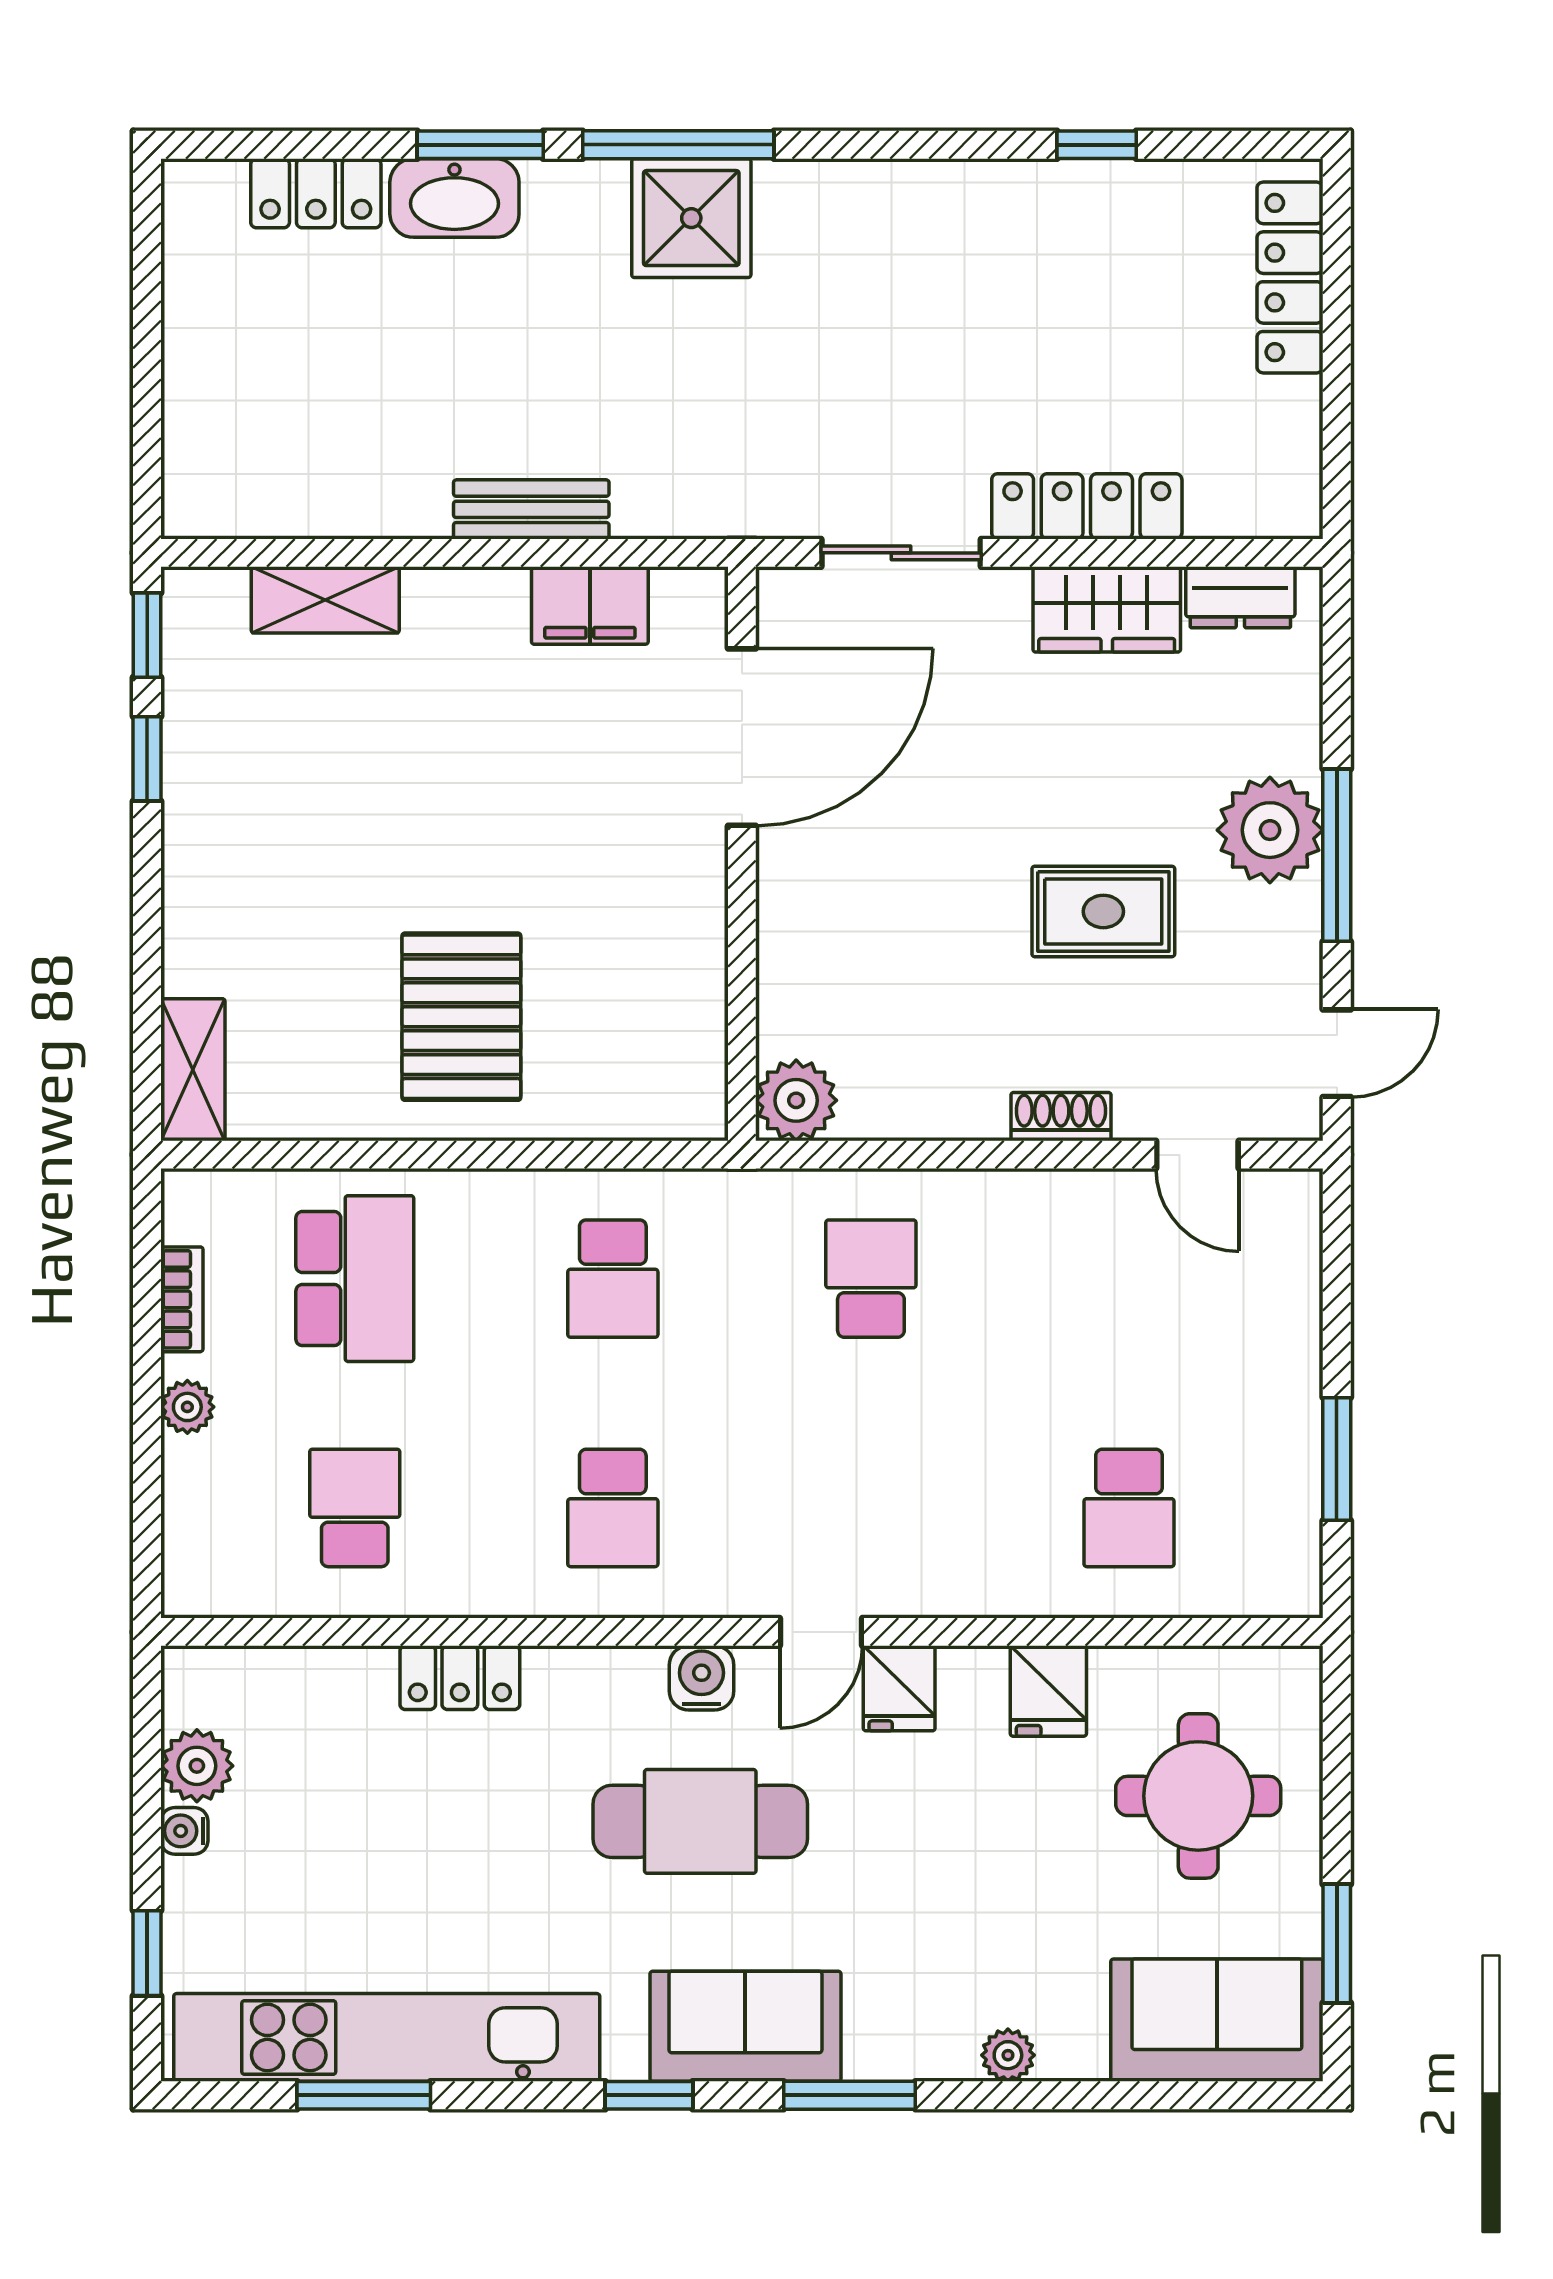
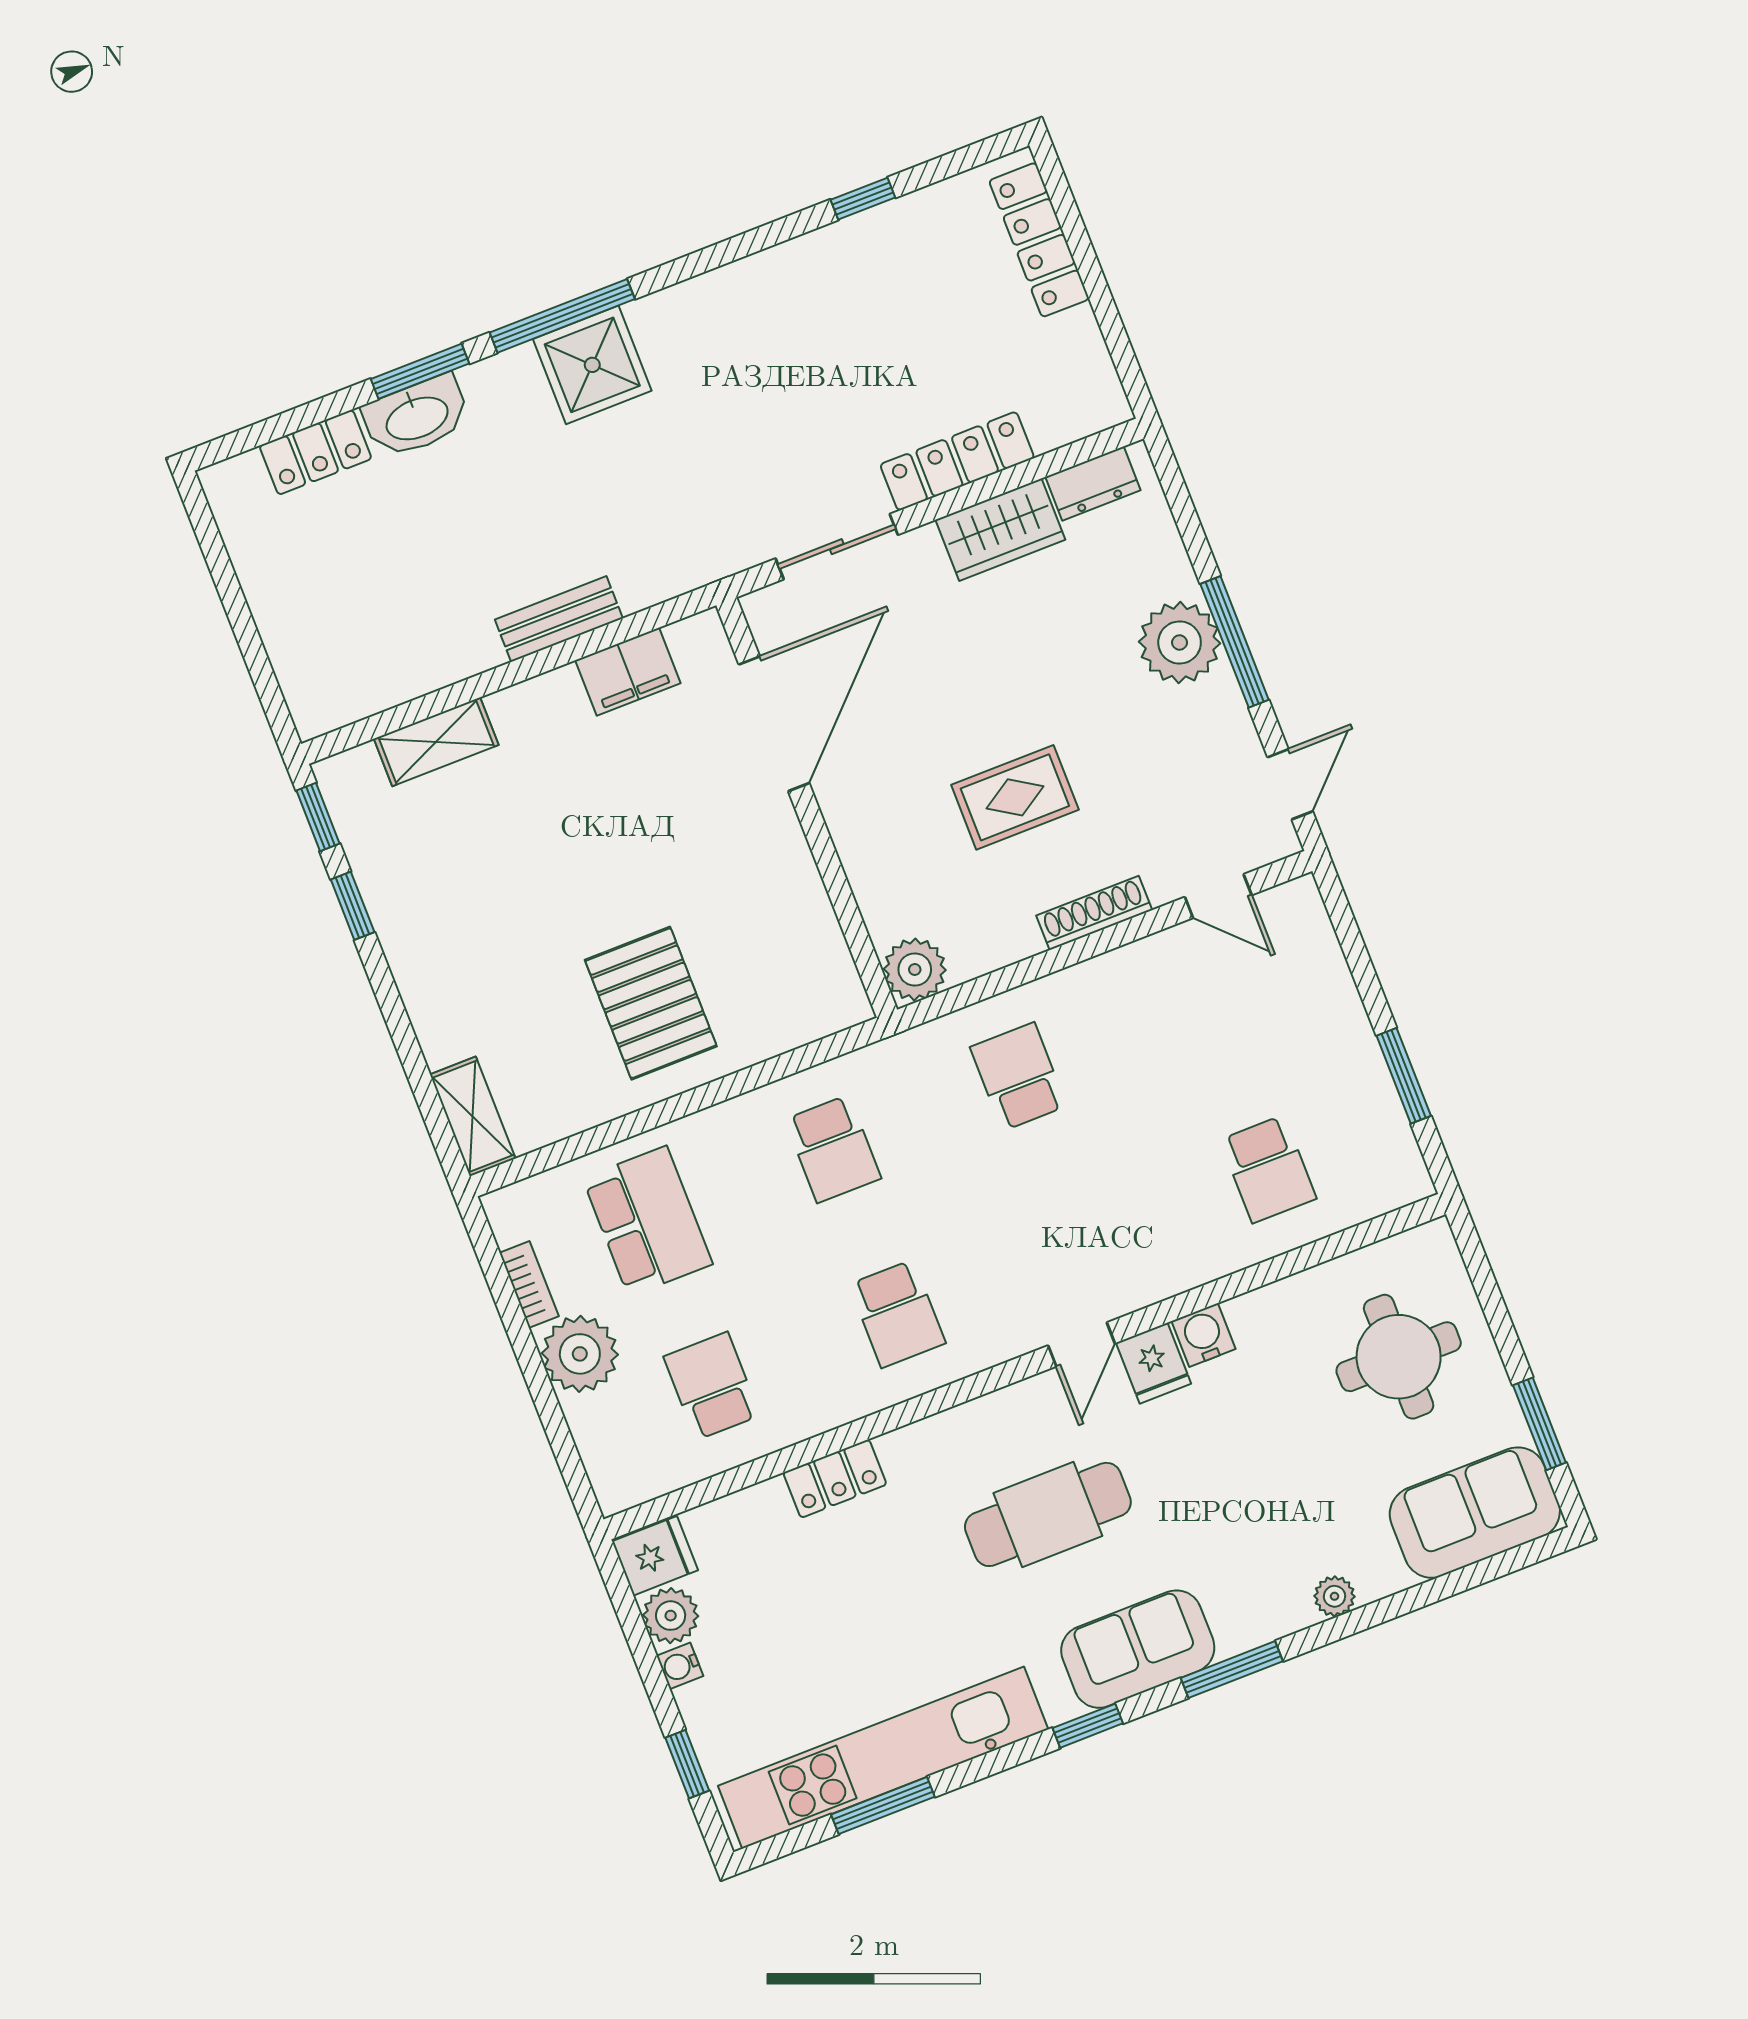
rug: (1103, 911) -> (1015, 797), moved
shoe rack: (1061, 1117) -> (1094, 913), width x1.43
plant: (187, 1407) -> (580, 1354), width x1.87, depth x1.87
water cooler: (702, 1678) -> (1203, 1335), moved
fridge: (1048, 1691) -> (655, 1556), moved, turned -90

